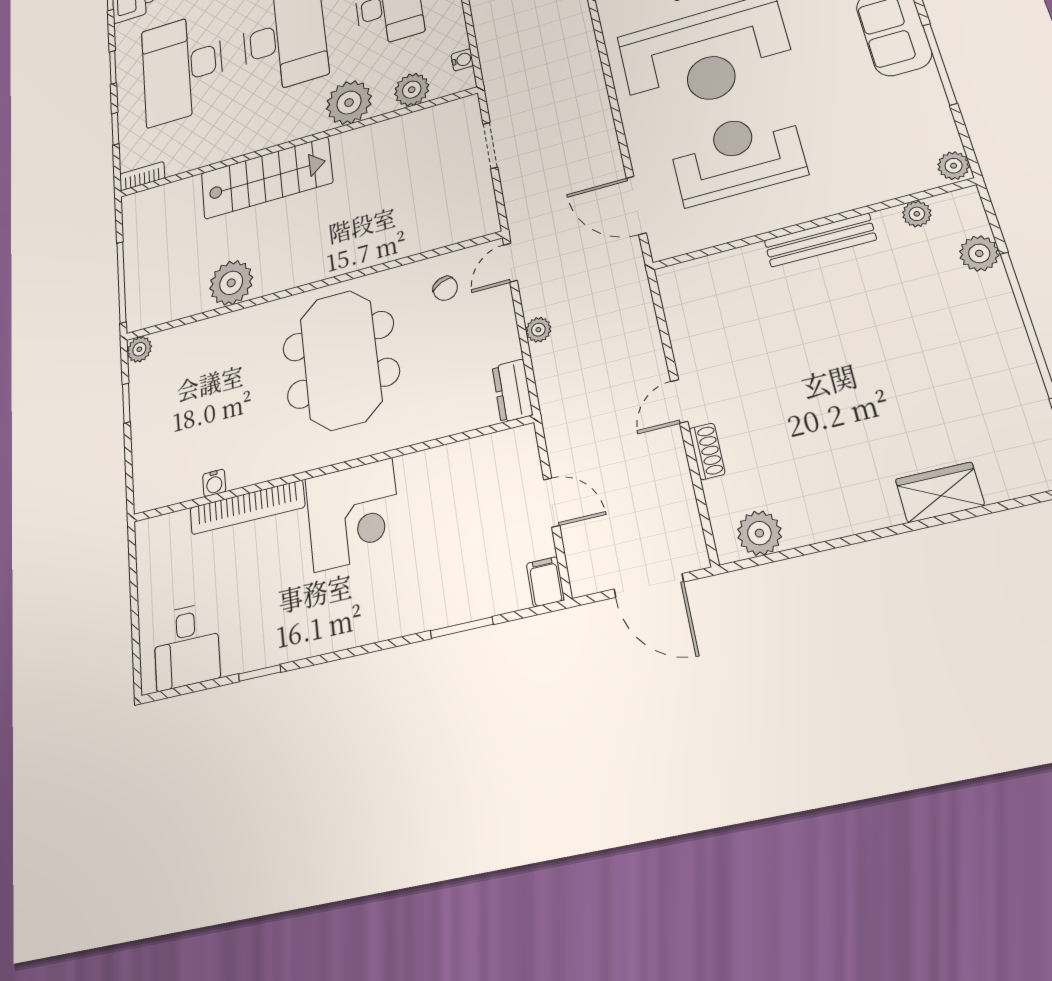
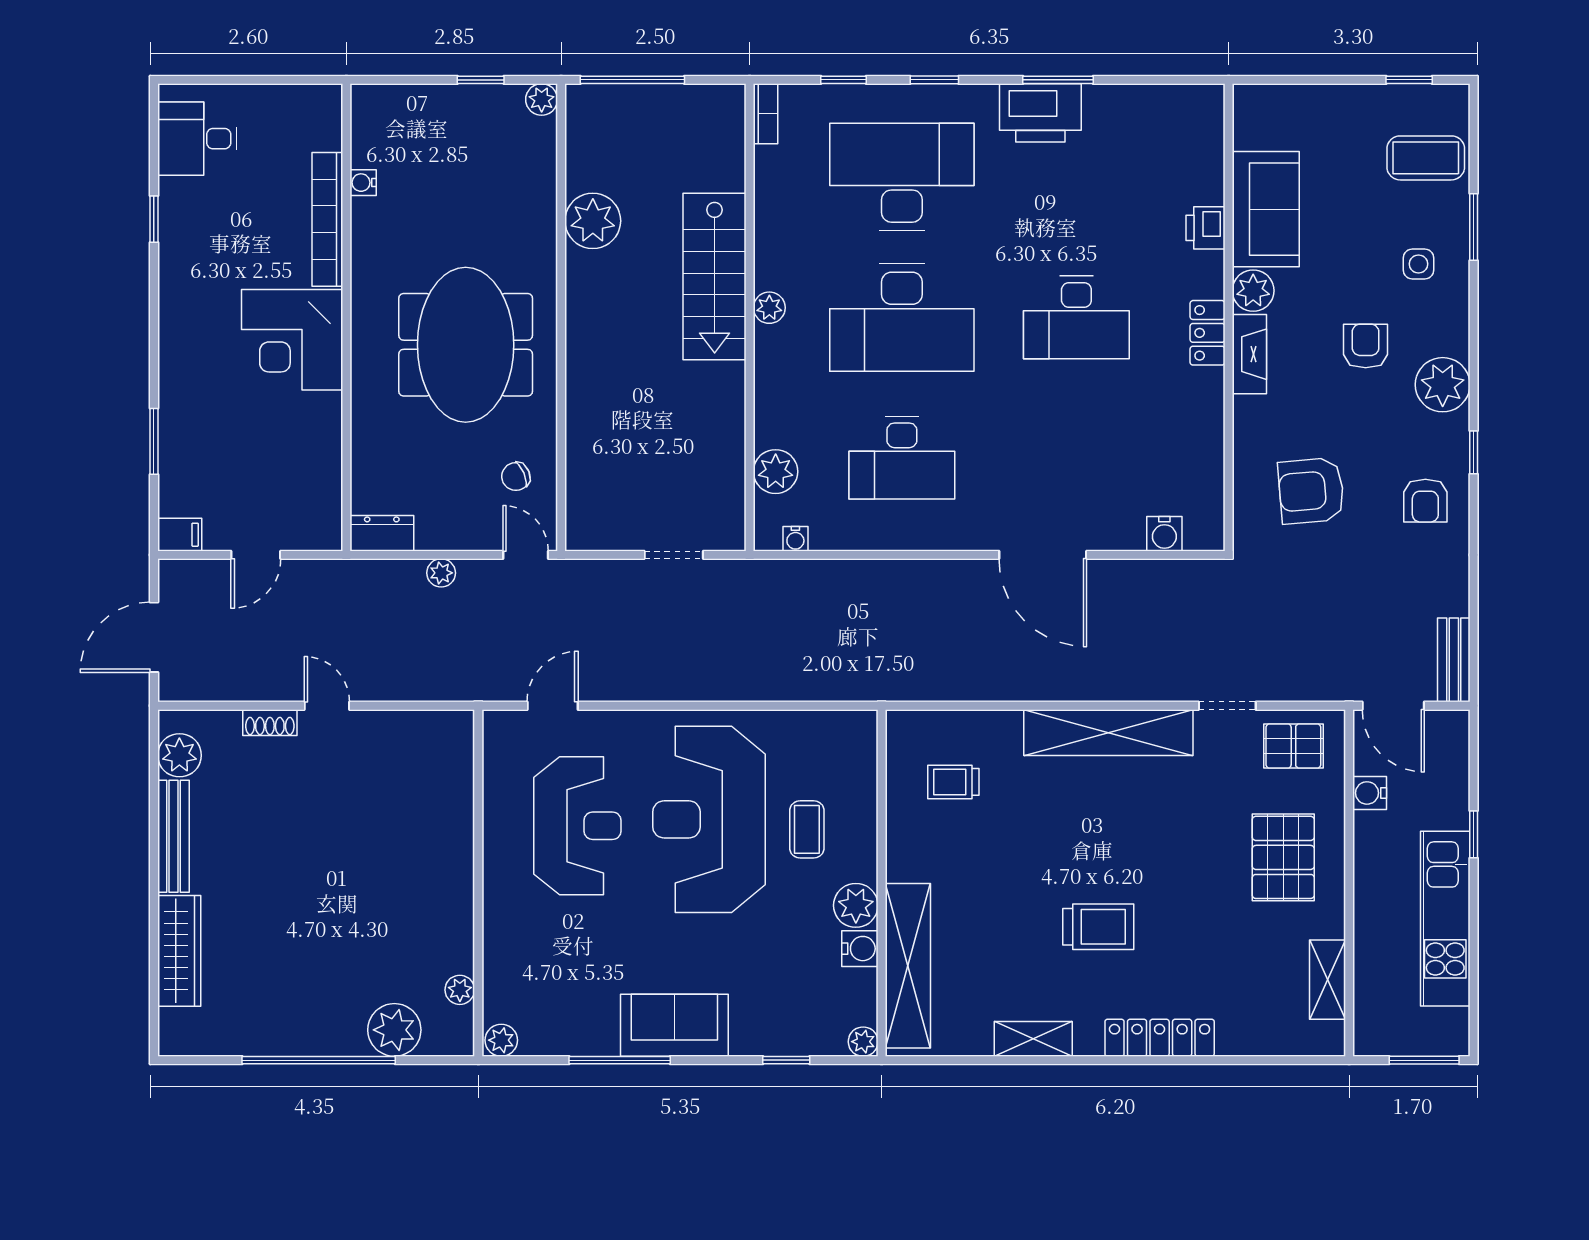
plant: (349, 103) -> (769, 308), moved, width x0.53, depth x0.53
door: (636, 205) -> (553, 706), width x0.73
bench: (820, 240) -> (173, 836), moved
plant: (979, 253) -> (394, 1030), width x1.36, depth x1.36
meeting table: (341, 360) -> (466, 345), turned 90
wardrobe: (940, 492) -> (179, 951), width x1.50

